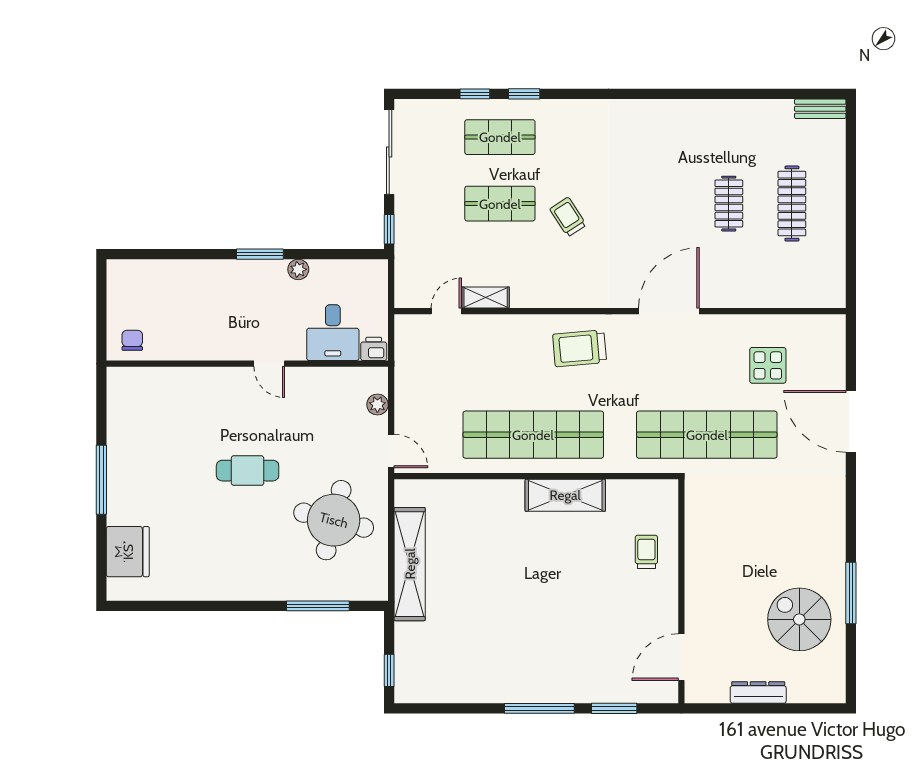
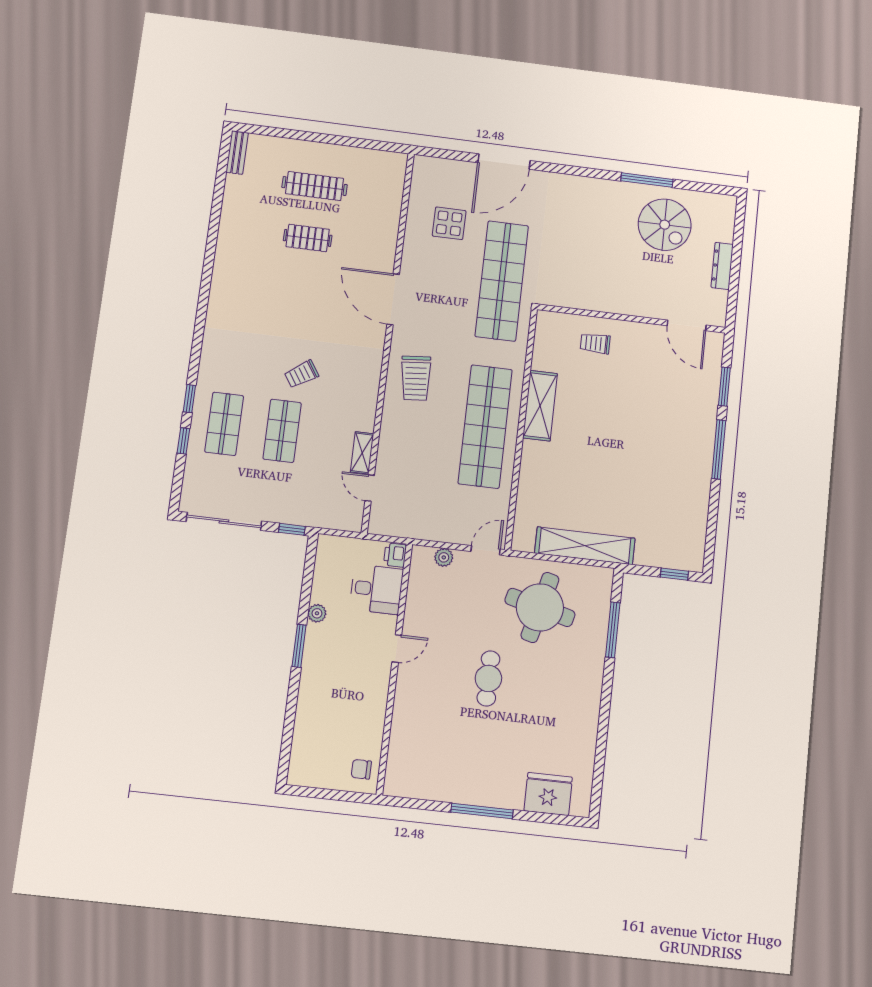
spiral stairs: (799, 619) -> (665, 225), turned -90

